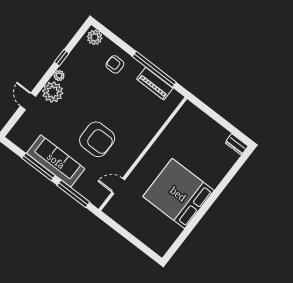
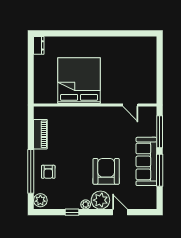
window: (154, 69) -> (31, 171), moved
door: (28, 101) -> (120, 212), swing flipped
armchair: (97, 139) -> (106, 171), moved
bed: (178, 194) -> (79, 81), moved, turned 180

